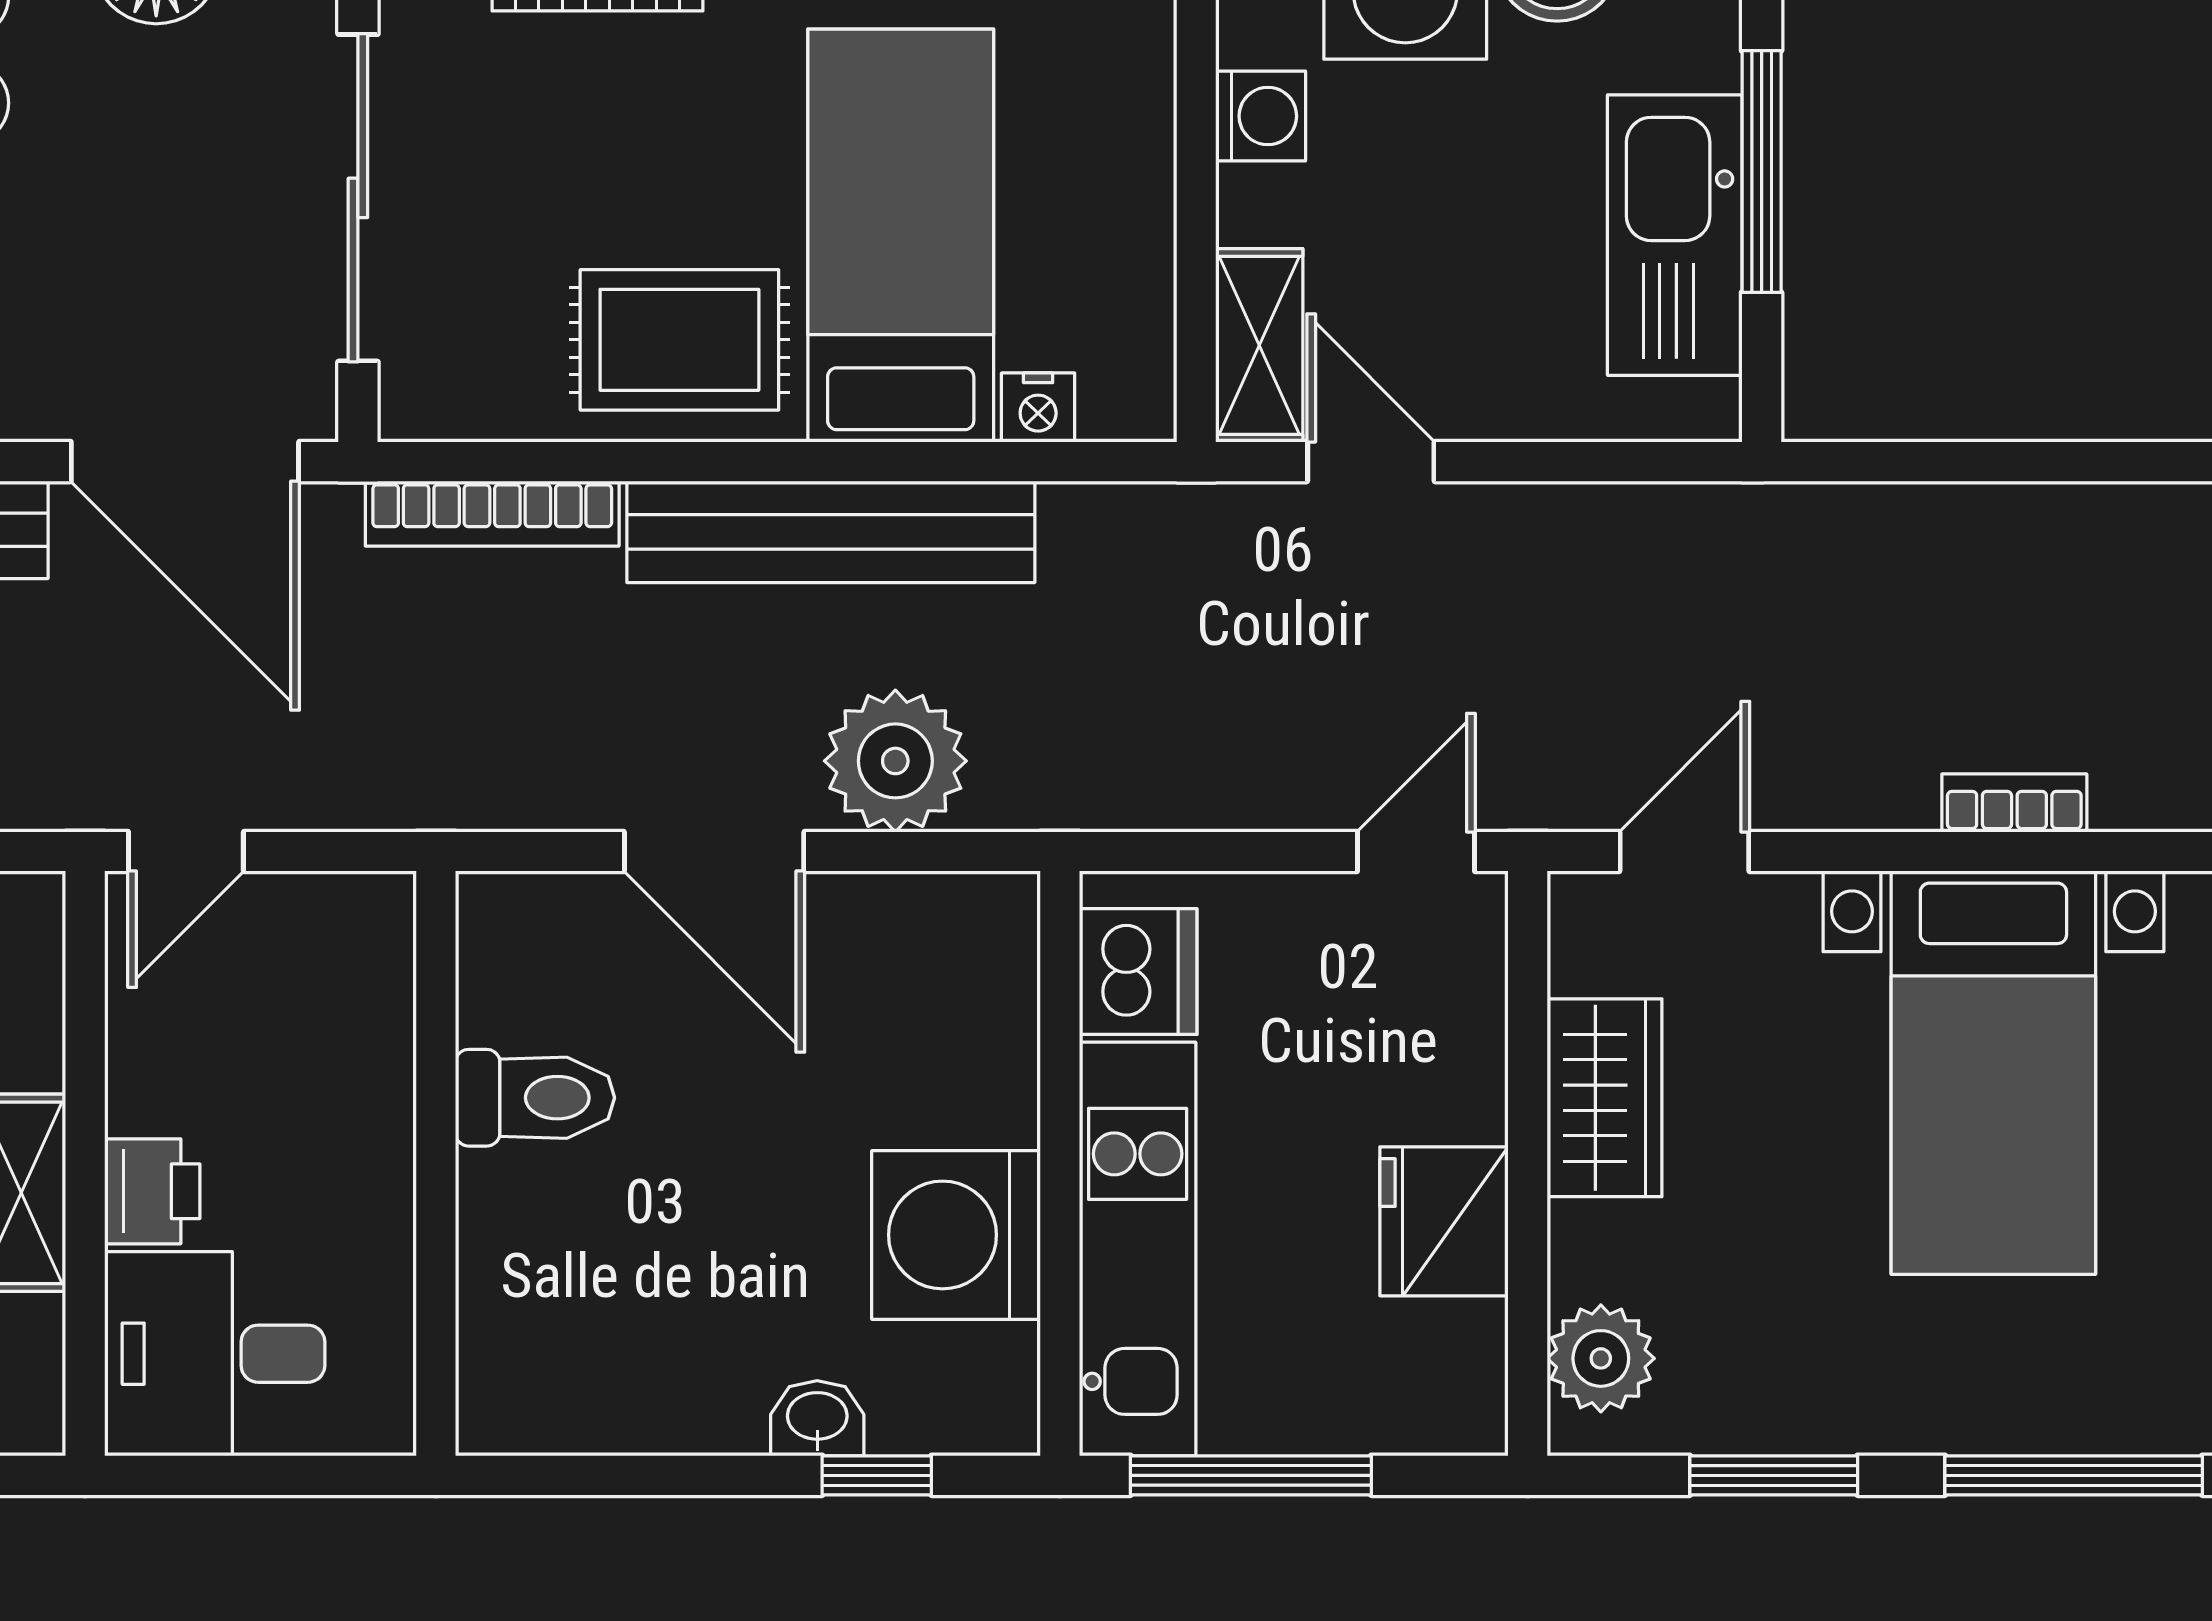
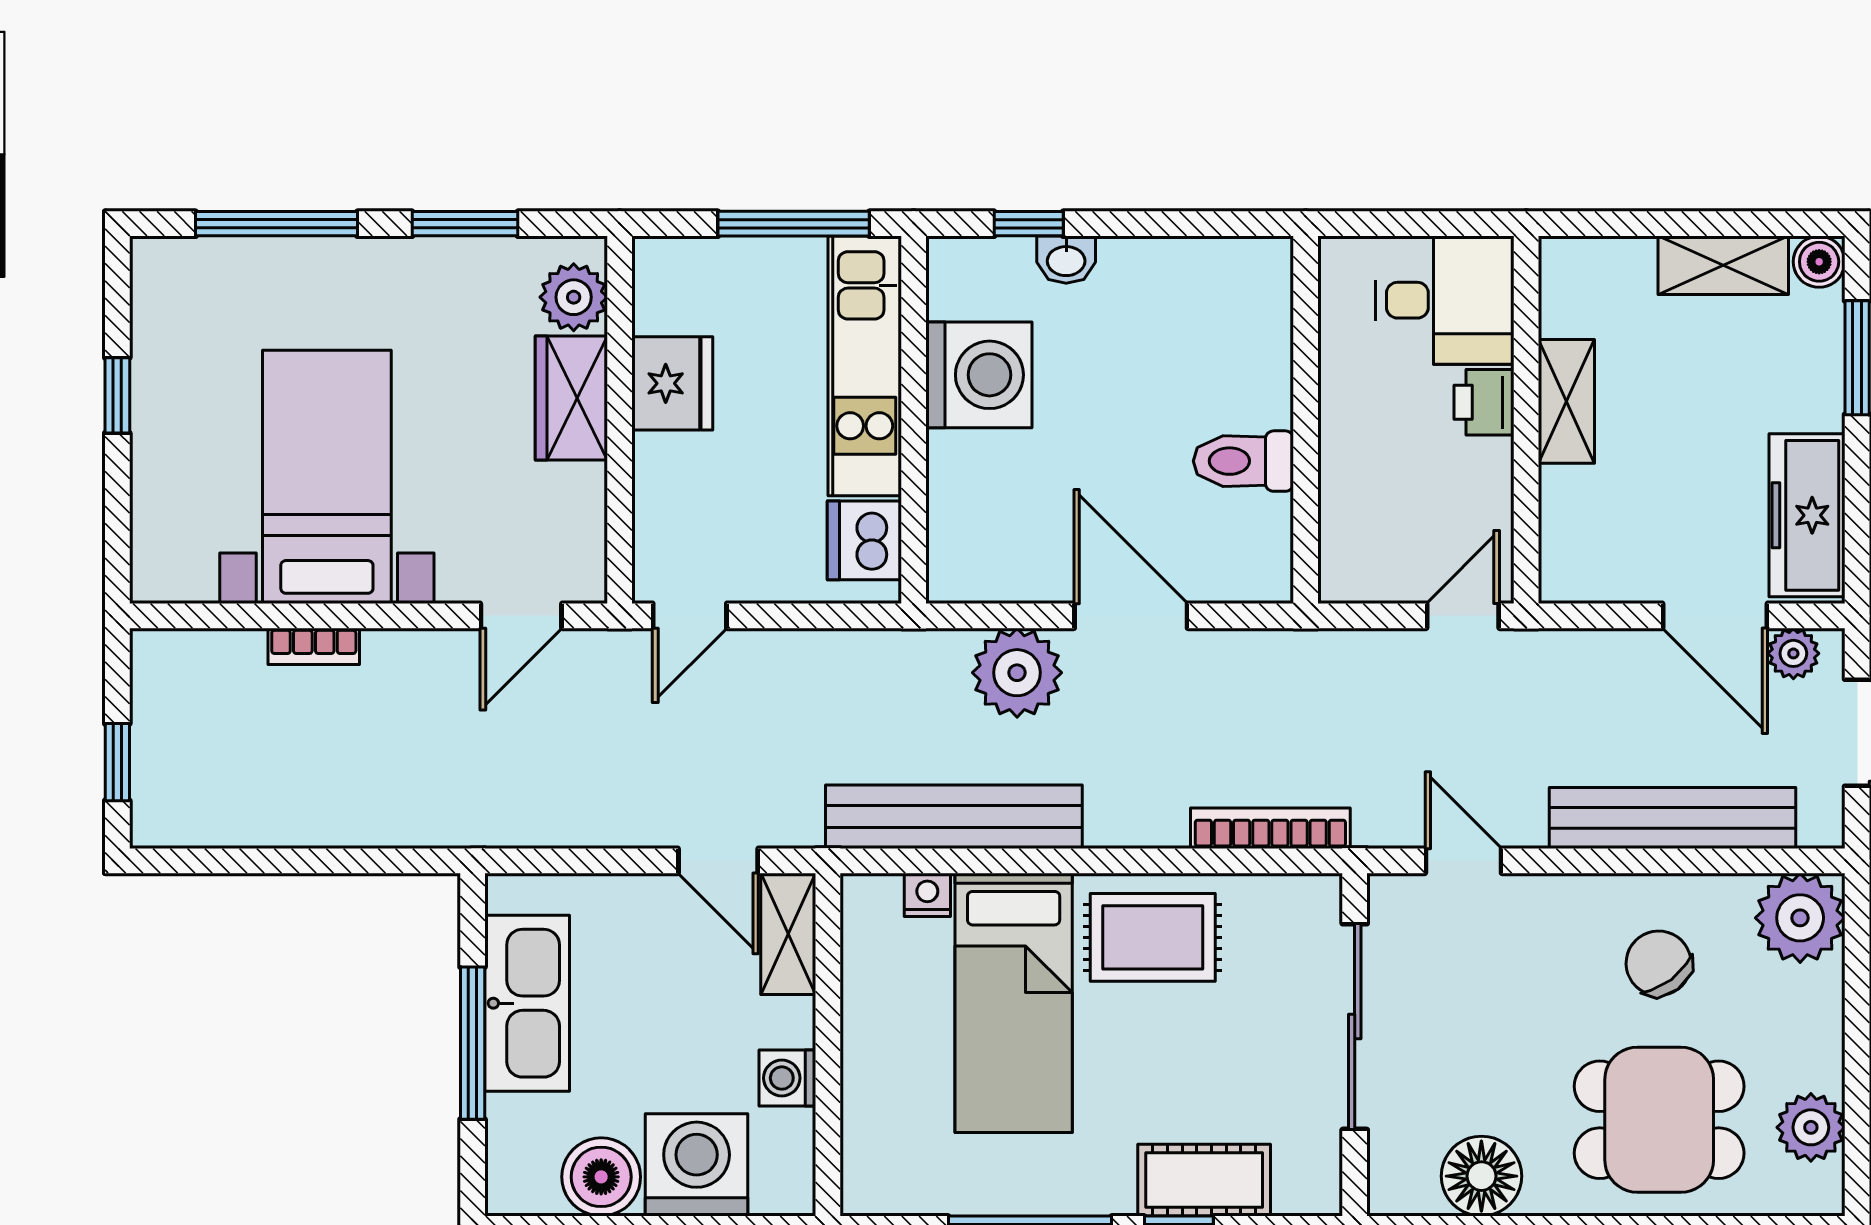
door: (185, 462) -> (1463, 861), width x0.53
bench: (831, 532) -> (954, 817), moved
wardrobe: (1605, 1098) -> (571, 398), moved

